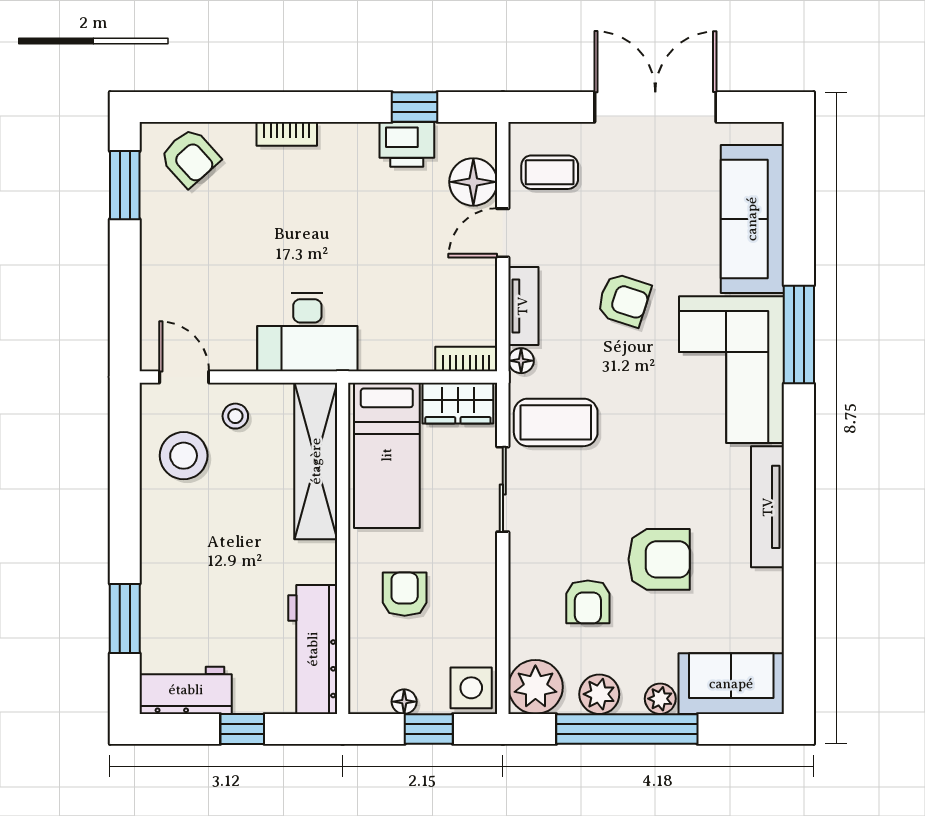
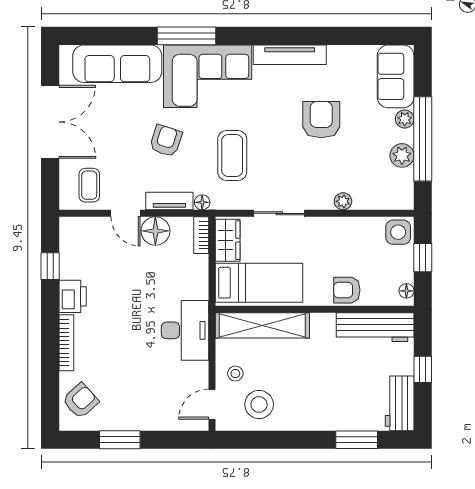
double door: (655, 107) -> (50, 122), swing flipped
bookcase: (287, 134) -> (66, 343), width x1.56
printer: (407, 144) -> (73, 296), moved
floor lamp: (473, 182) -> (155, 231), moved
window: (125, 185) -> (120, 440), moved
coffee table: (556, 422) -> (232, 156), moved
armchair: (405, 594) -> (347, 290), moved
armchair: (588, 602) -> (347, 162), removed
plant: (535, 687) -> (343, 201), moved, width x0.53, depth x0.53
floor lamp: (404, 702) -> (406, 291), moved

